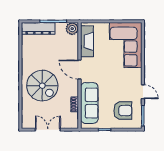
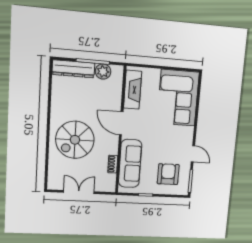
plant: (72, 29) -> (103, 72), moved
spiral stairs: (42, 86) -> (75, 140), turned 90
armchair: (123, 111) -> (168, 174), turned -90

